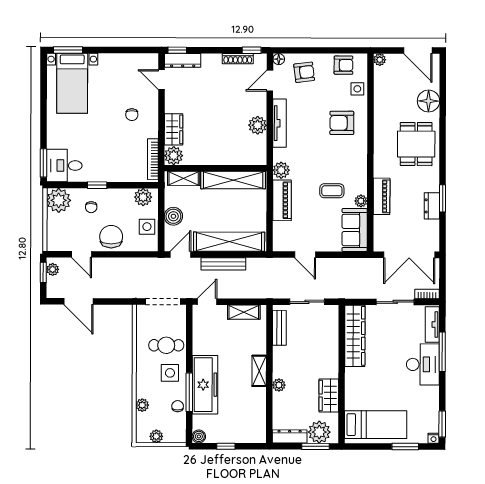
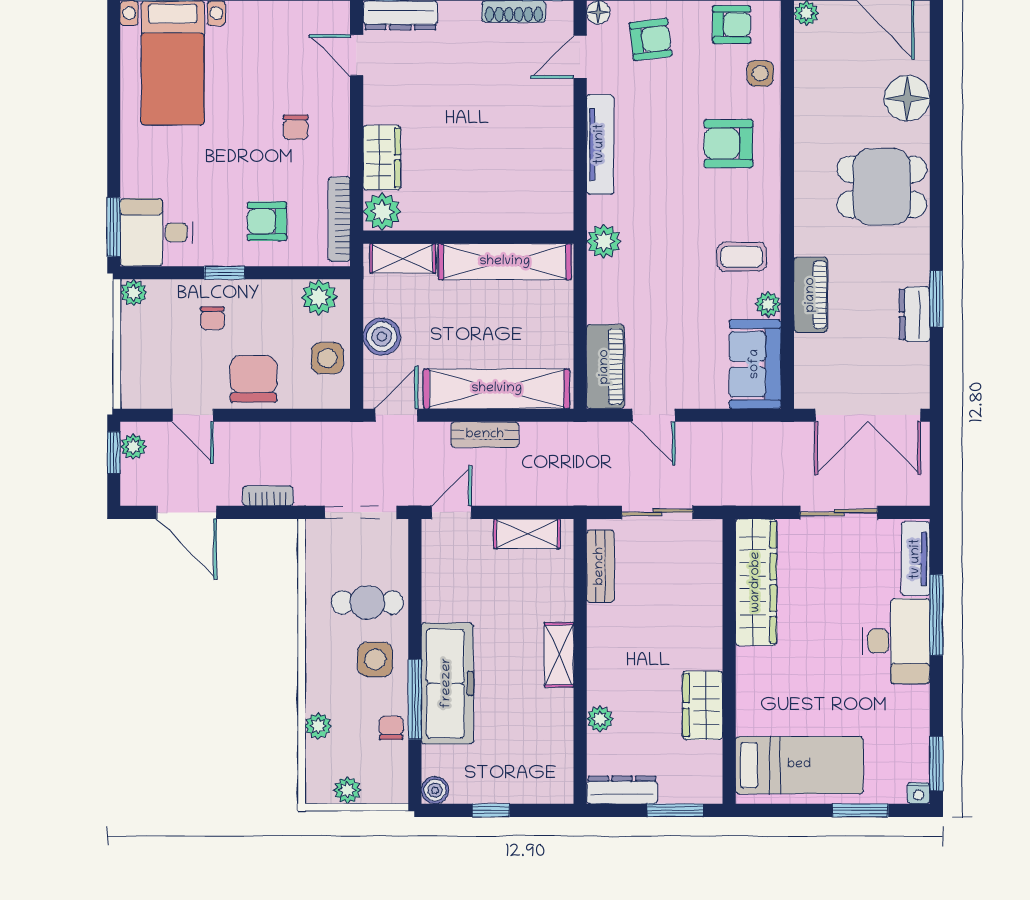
plant: (258, 125) -> (555, 149), removed
dining table: (416, 144) -> (882, 187), turned 90
armchair: (118, 160) -> (267, 221), added
coffee table: (332, 191) -> (742, 257), moved
plant: (59, 200) -> (134, 293), width x0.53, depth x0.53
piano: (282, 200) -> (605, 367), moved
bench: (223, 264) -> (485, 435), width x0.73
bookcase: (427, 294) -> (268, 496), moved
plant: (279, 385) -> (600, 719), moved
plant: (319, 432) -> (683, 781), removed

